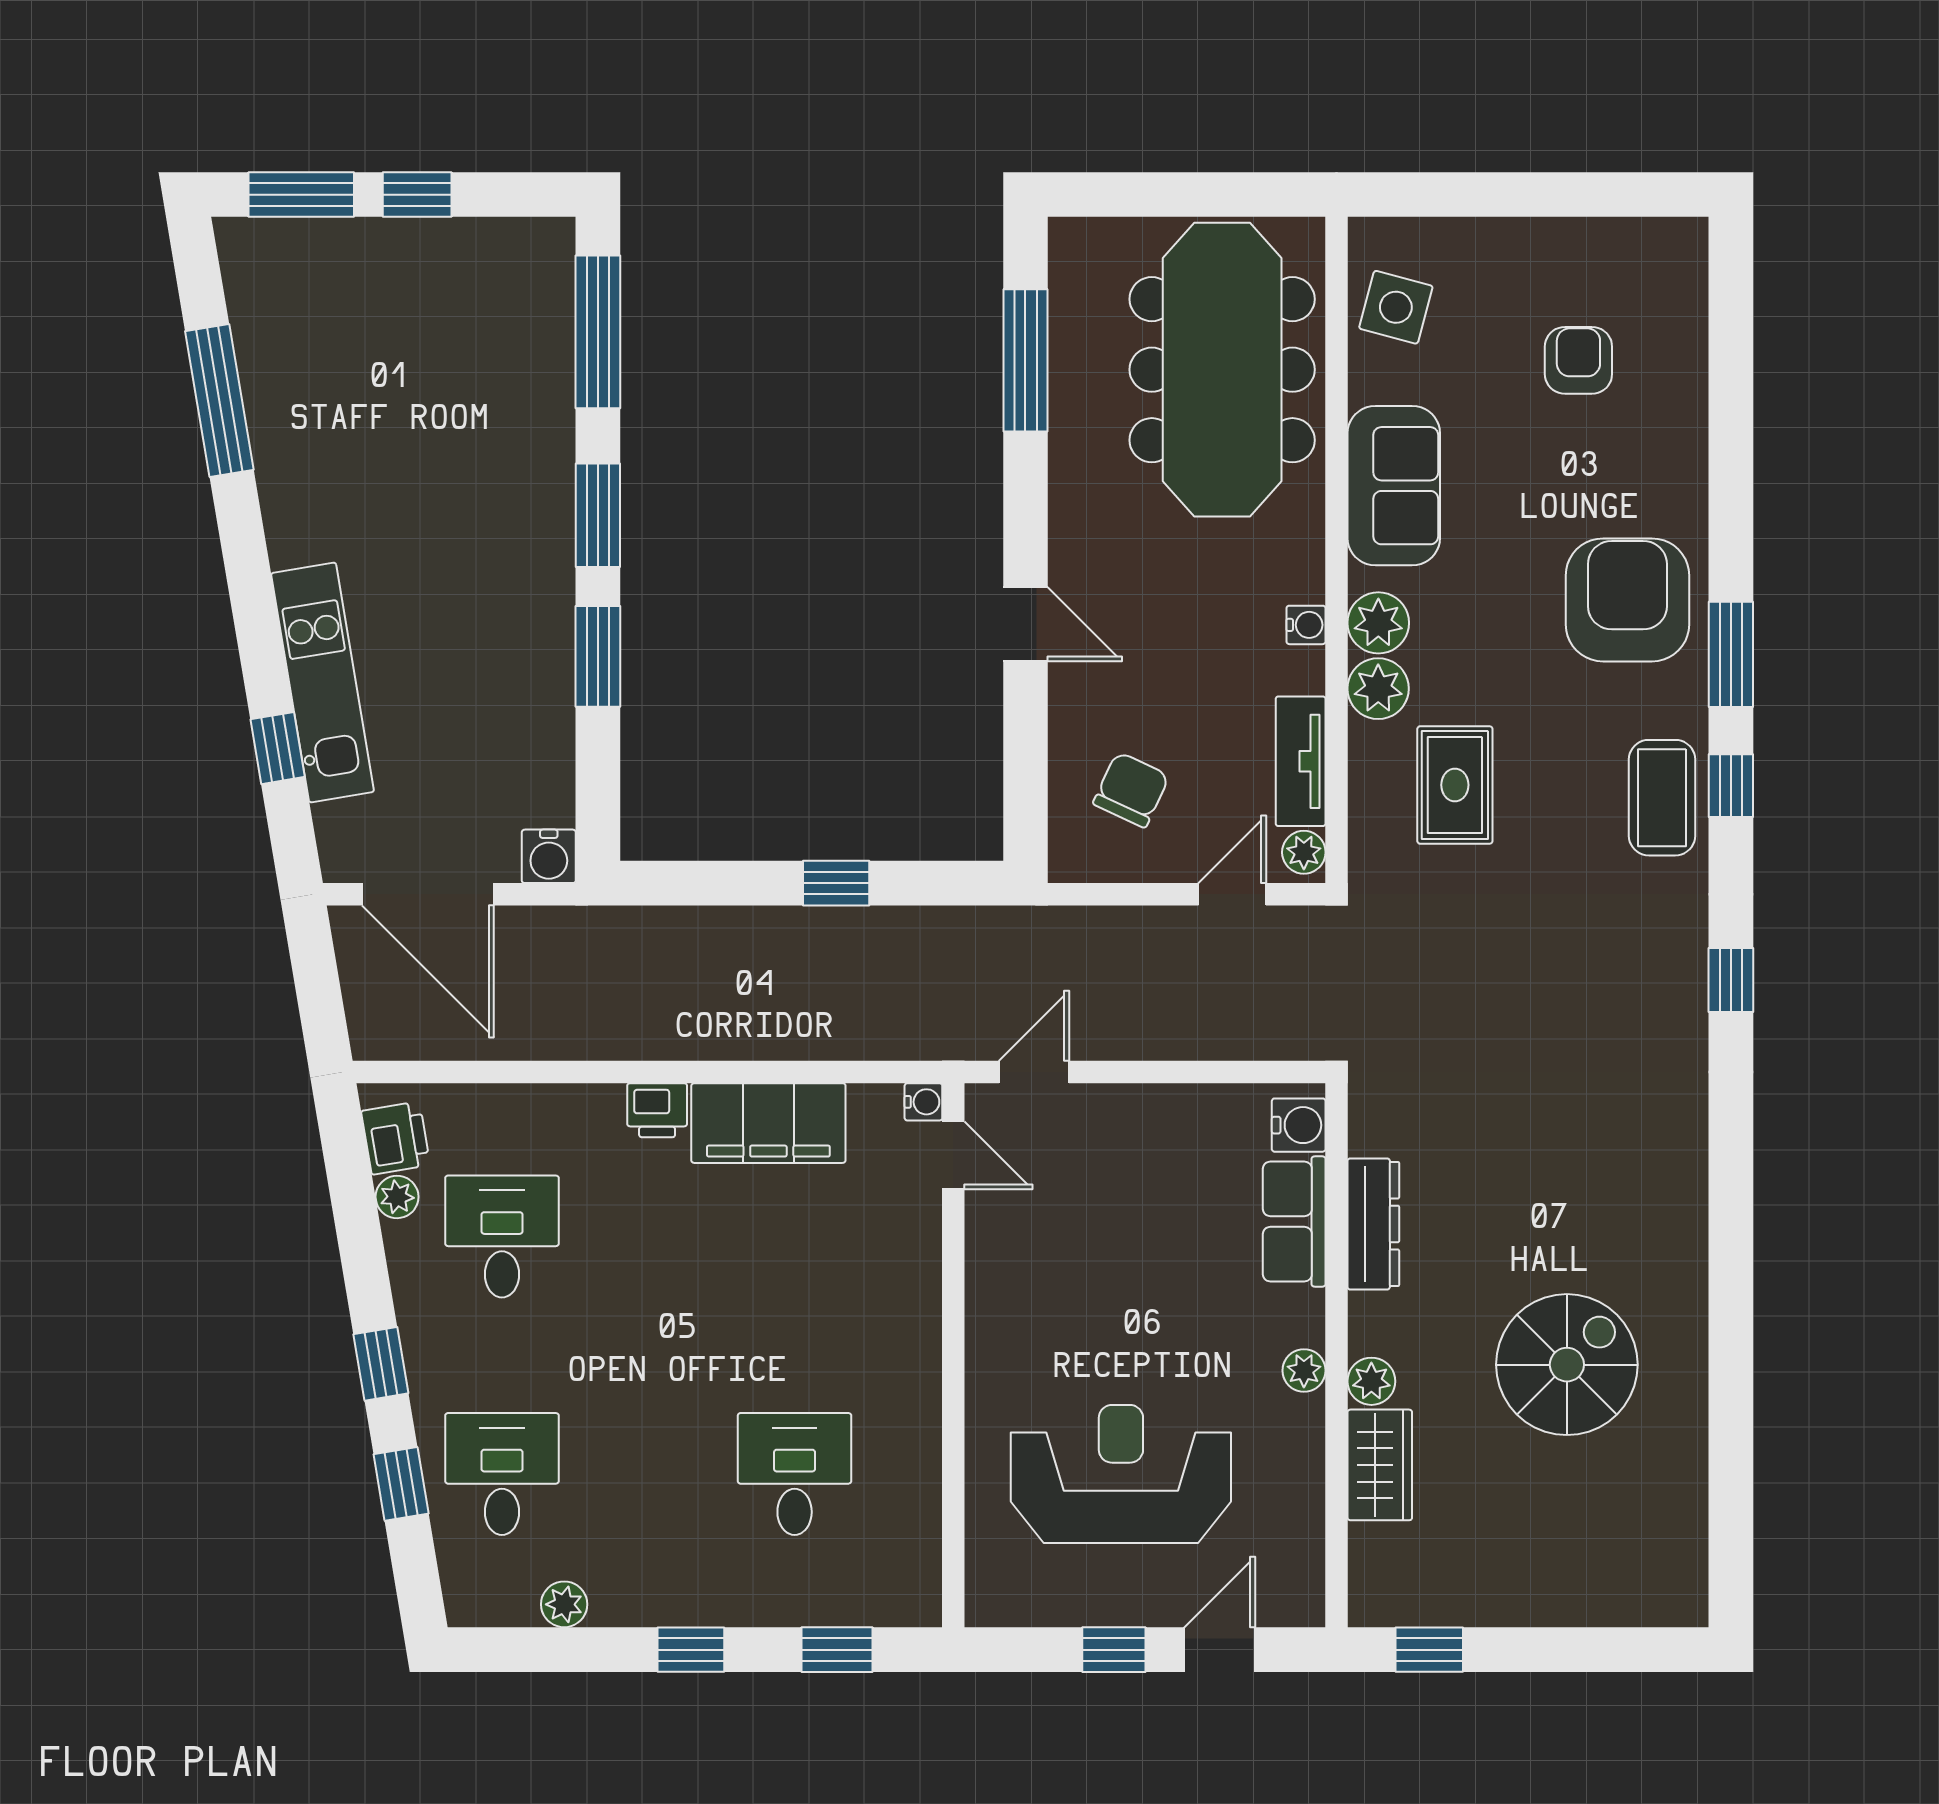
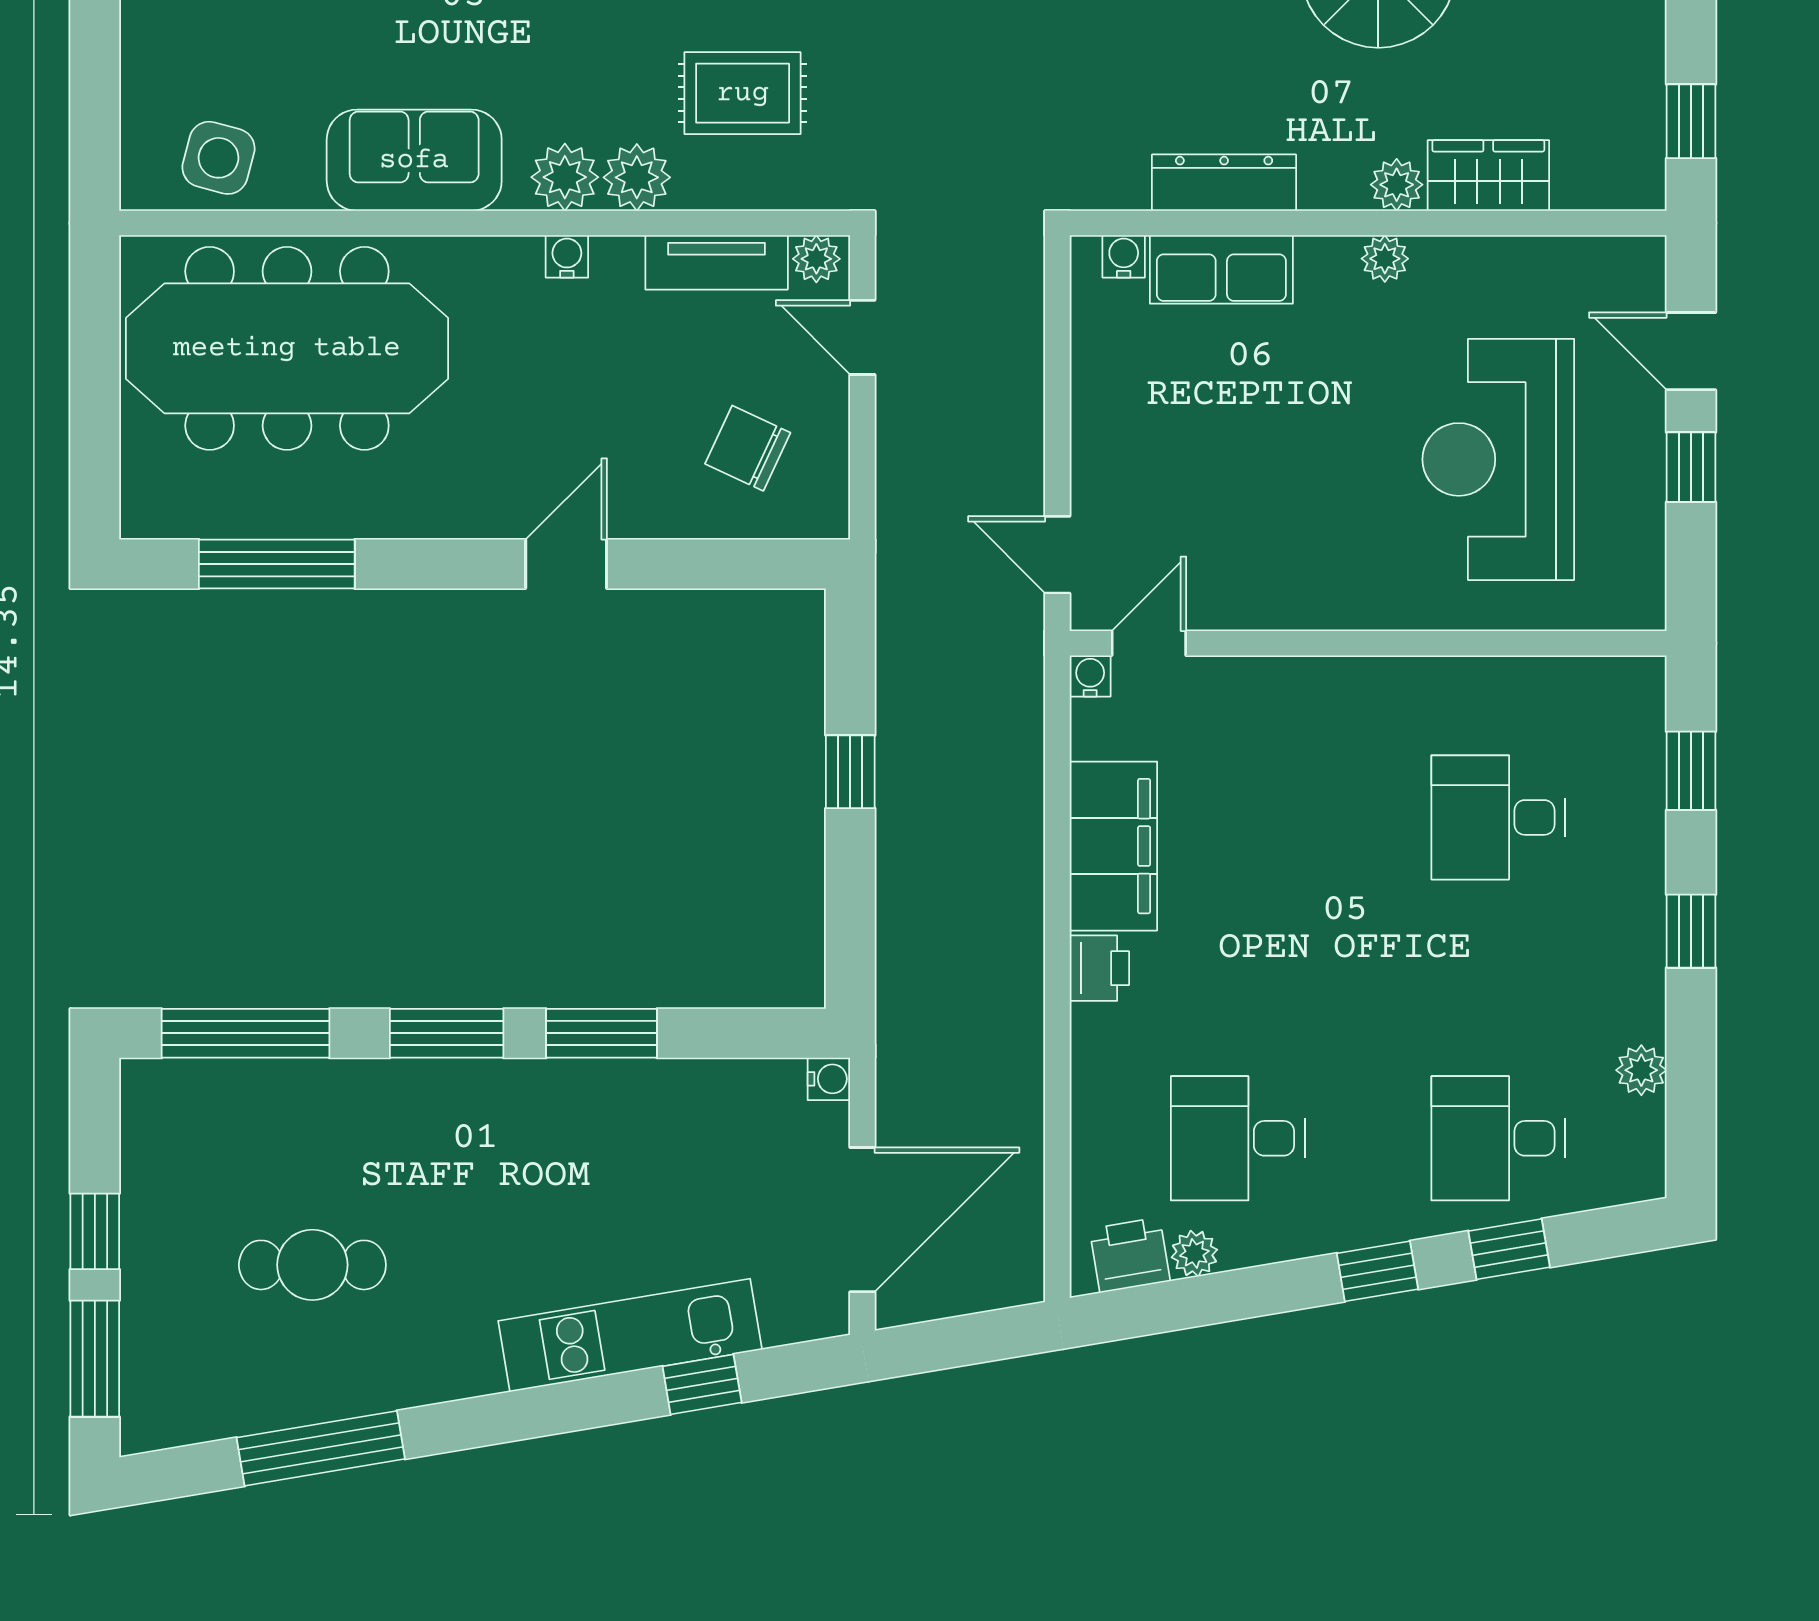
cafe table: (387, 393) -> (312, 1265), added
water cooler: (549, 856) -> (829, 1079), width x0.72, depth x0.72
water cooler: (1299, 1125) -> (1124, 256), width x0.72, depth x0.72

